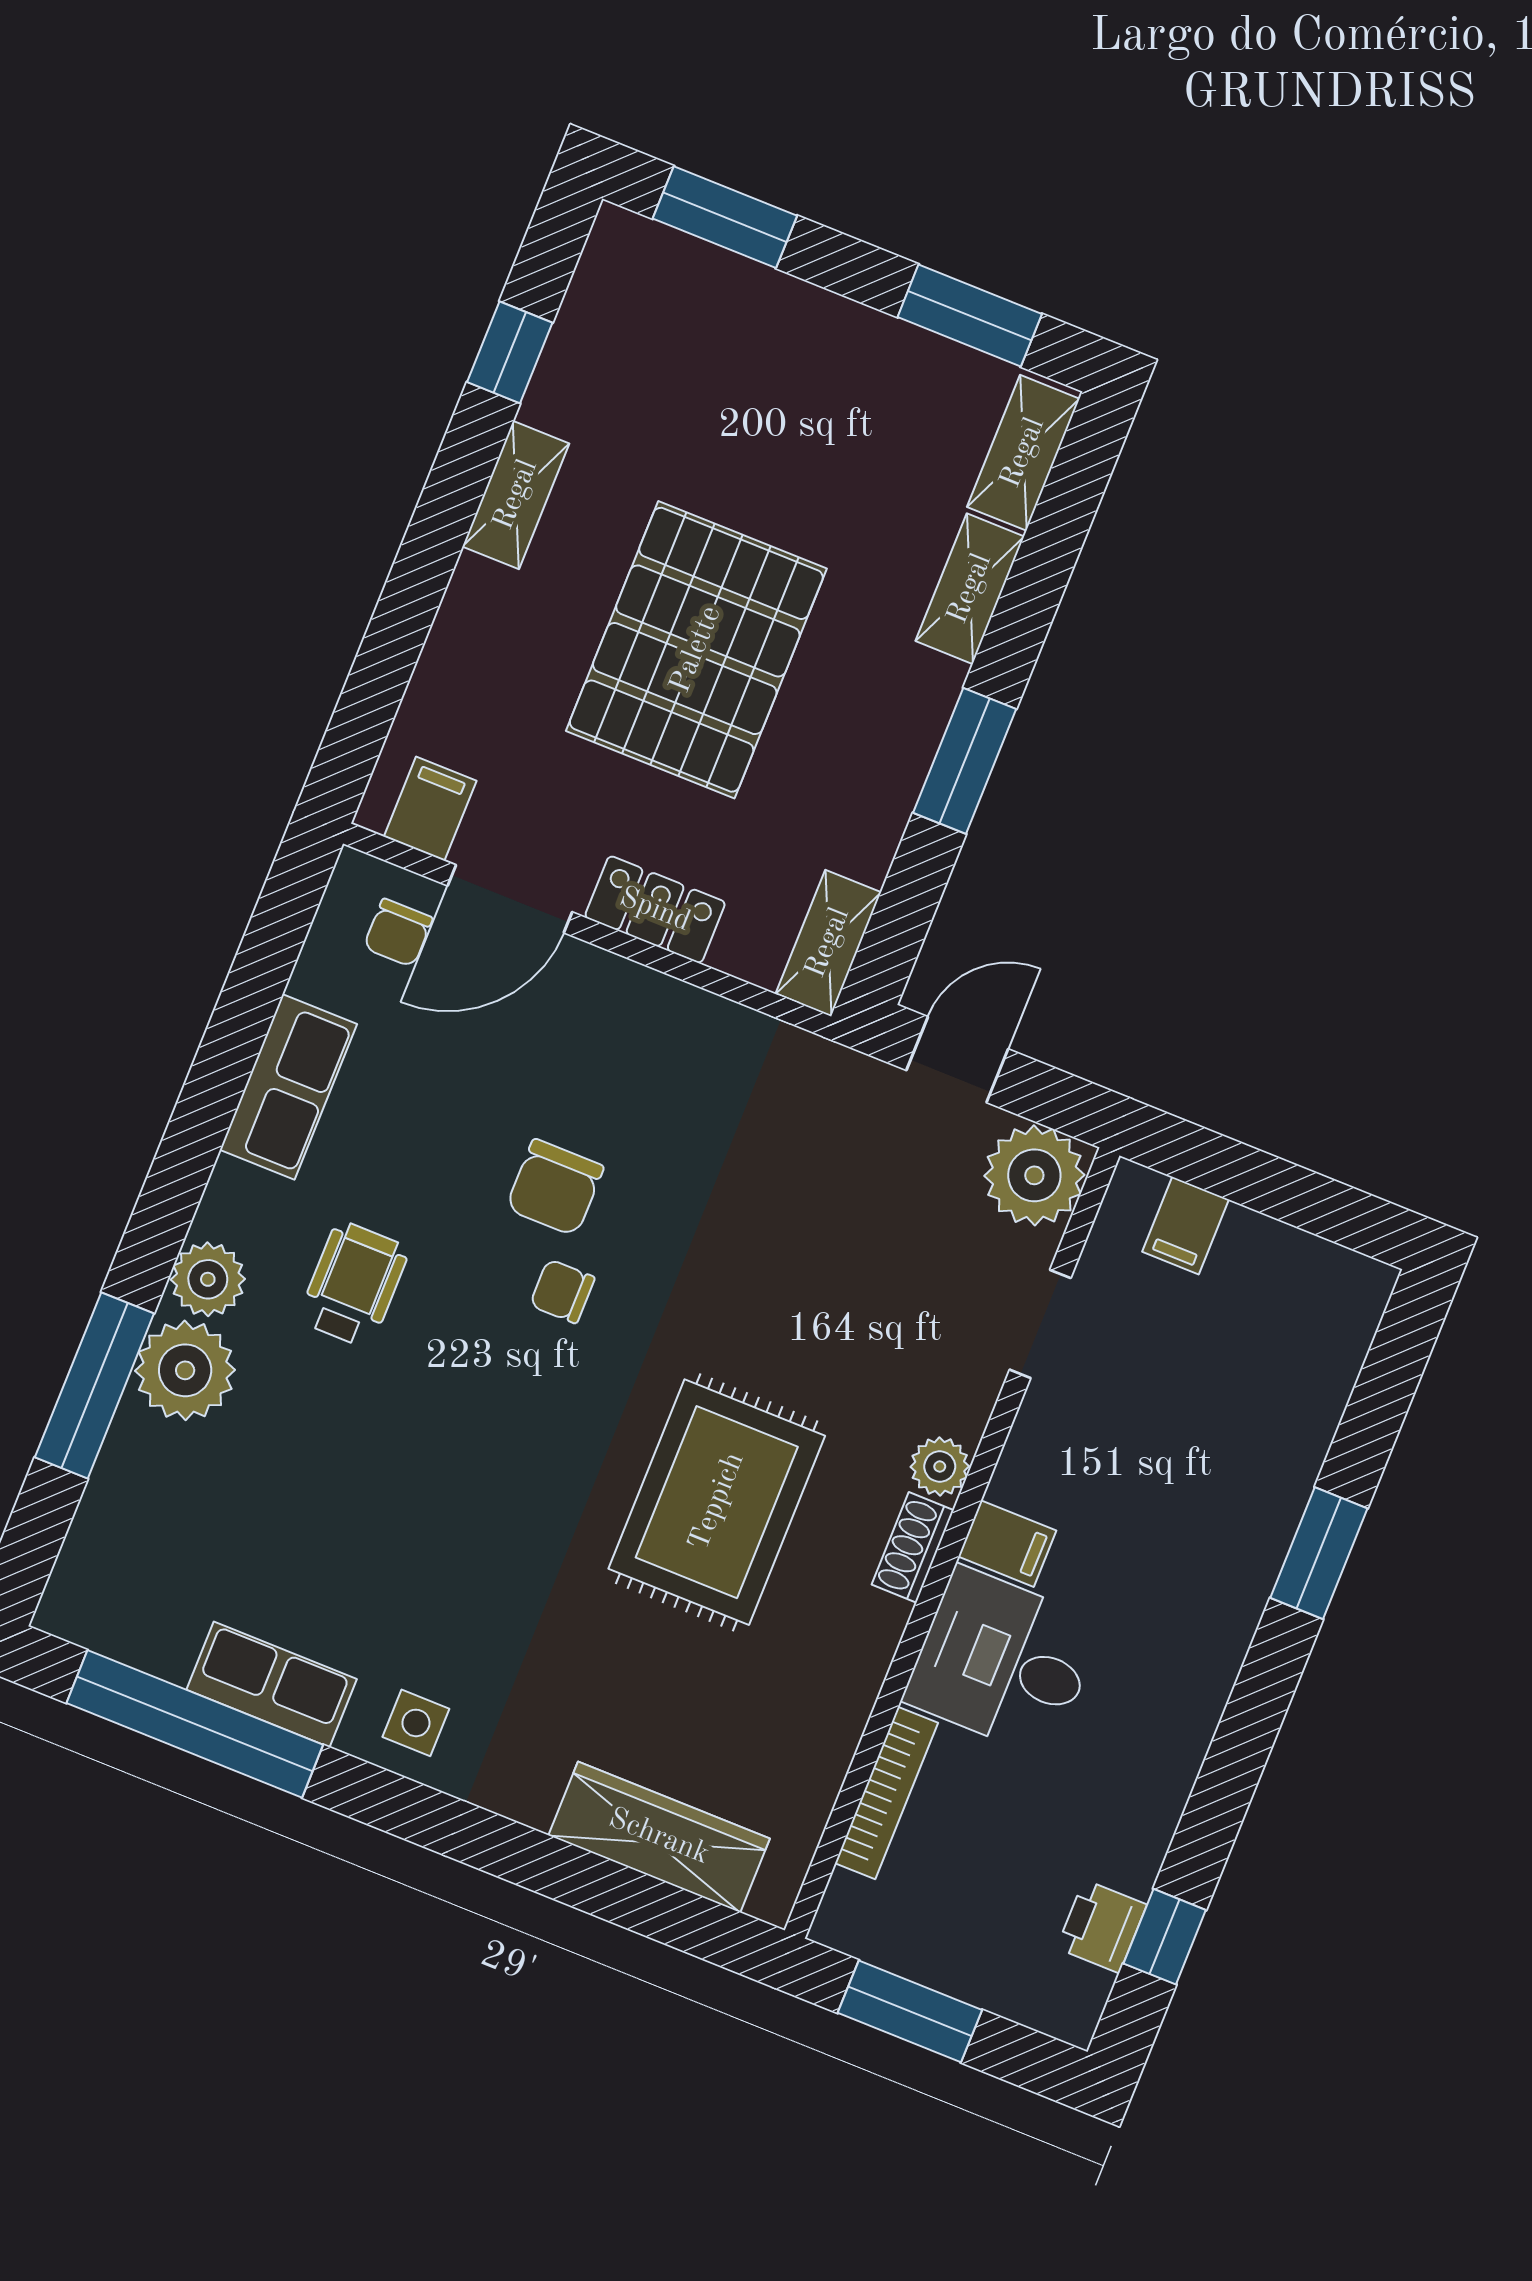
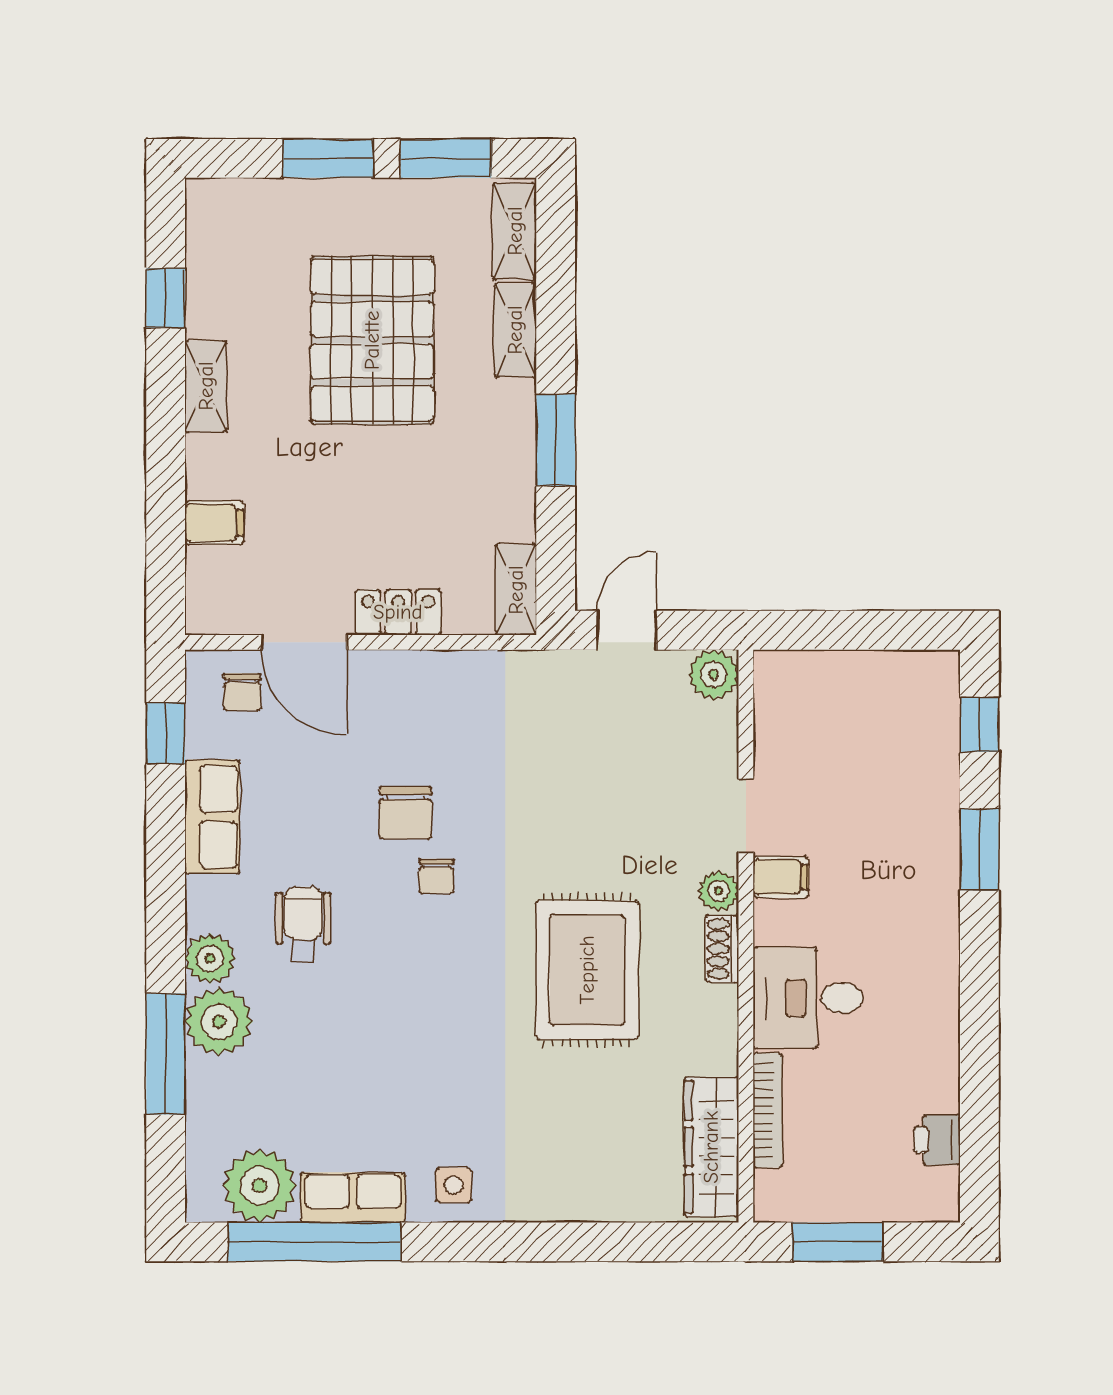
window: (725, 217) -> (328, 158), moved
pallet: (696, 650) -> (372, 340), moved
filing cabinet: (430, 809) -> (214, 523), moved, turned 90
door: (510, 899) -> (304, 642), hinge flipped
window: (271, 947) -> (166, 733), added
plant: (1034, 1175) -> (714, 675), width x0.73, depth x0.73
filing cabinet: (1185, 1226) -> (812, 677), removed
chair: (562, 1291) -> (436, 876), turned -90
doorway: (1040, 1324) -> (746, 816), moved
filing cabinet: (1007, 1544) -> (781, 877), moved
plant: (151, 1617) -> (260, 1186), added
wardrobe: (659, 1837) -> (711, 1147), moved, turned -90
window: (1165, 1937) -> (979, 725), moved

